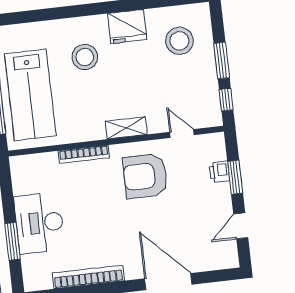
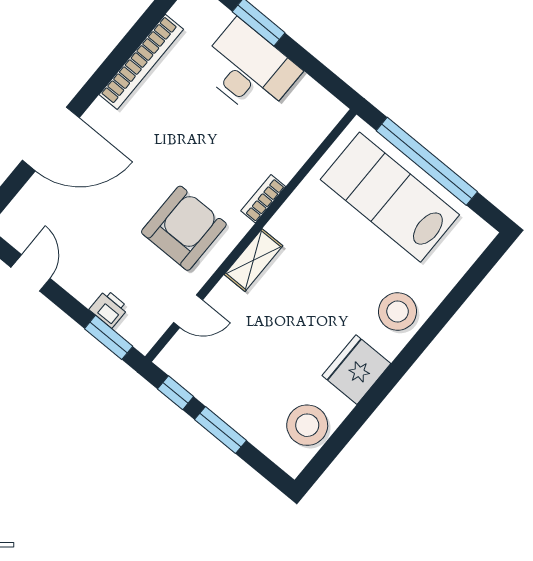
stool: (179, 41) -> (307, 425), moved
stool: (85, 57) -> (398, 311), moved
bookcase: (84, 154) -> (263, 199), width x0.64
window: (235, 177) -> (109, 337), moved

